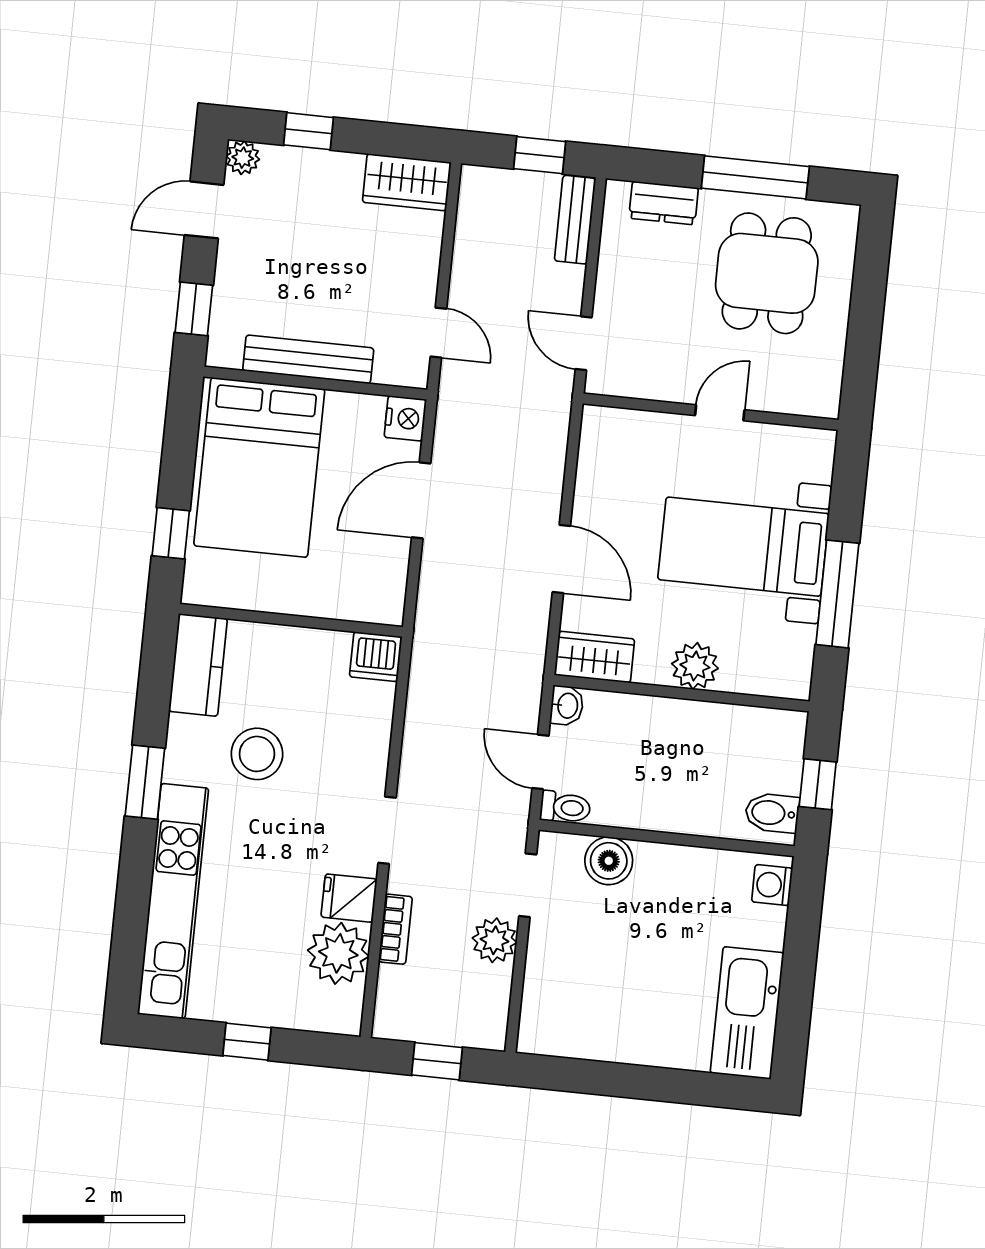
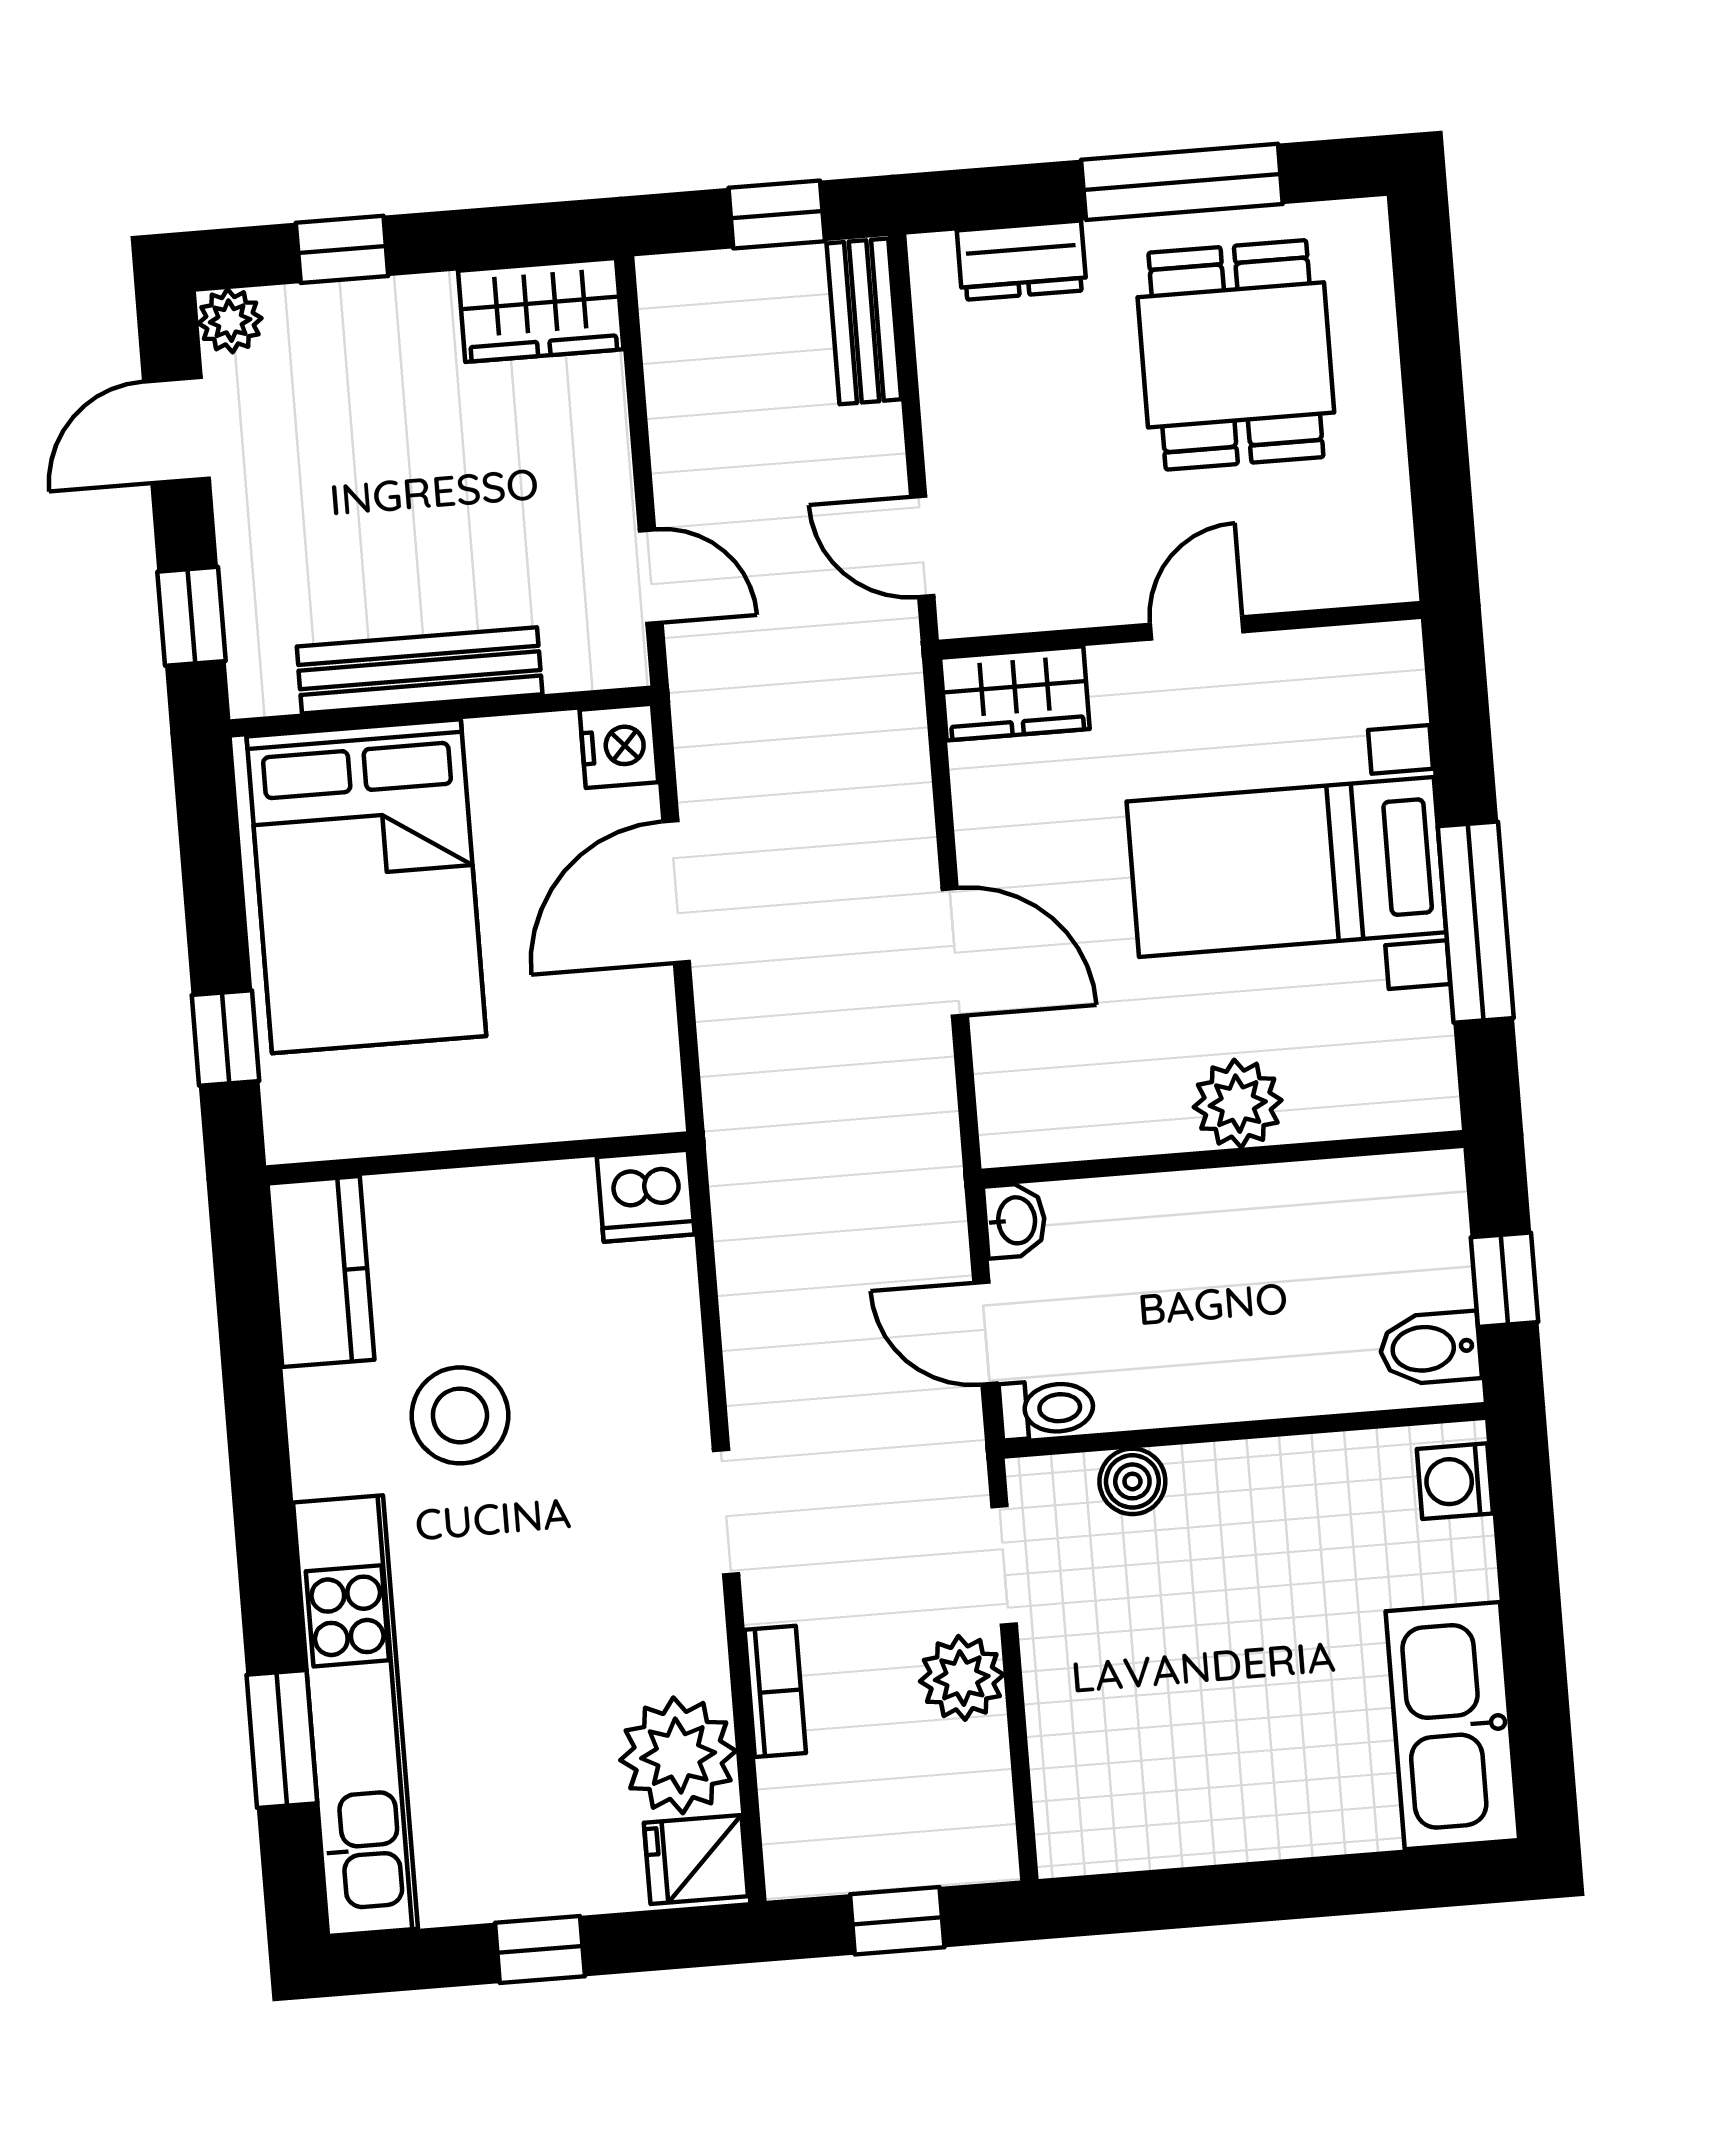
wardrobe: (595, 657) -> (1015, 693), moved, turned 180
window: (145, 782) -> (282, 1739), moved
boiler: (609, 861) -> (1132, 1481), width x0.73, depth x0.73
fridge: (349, 898) -> (696, 1859), moved

